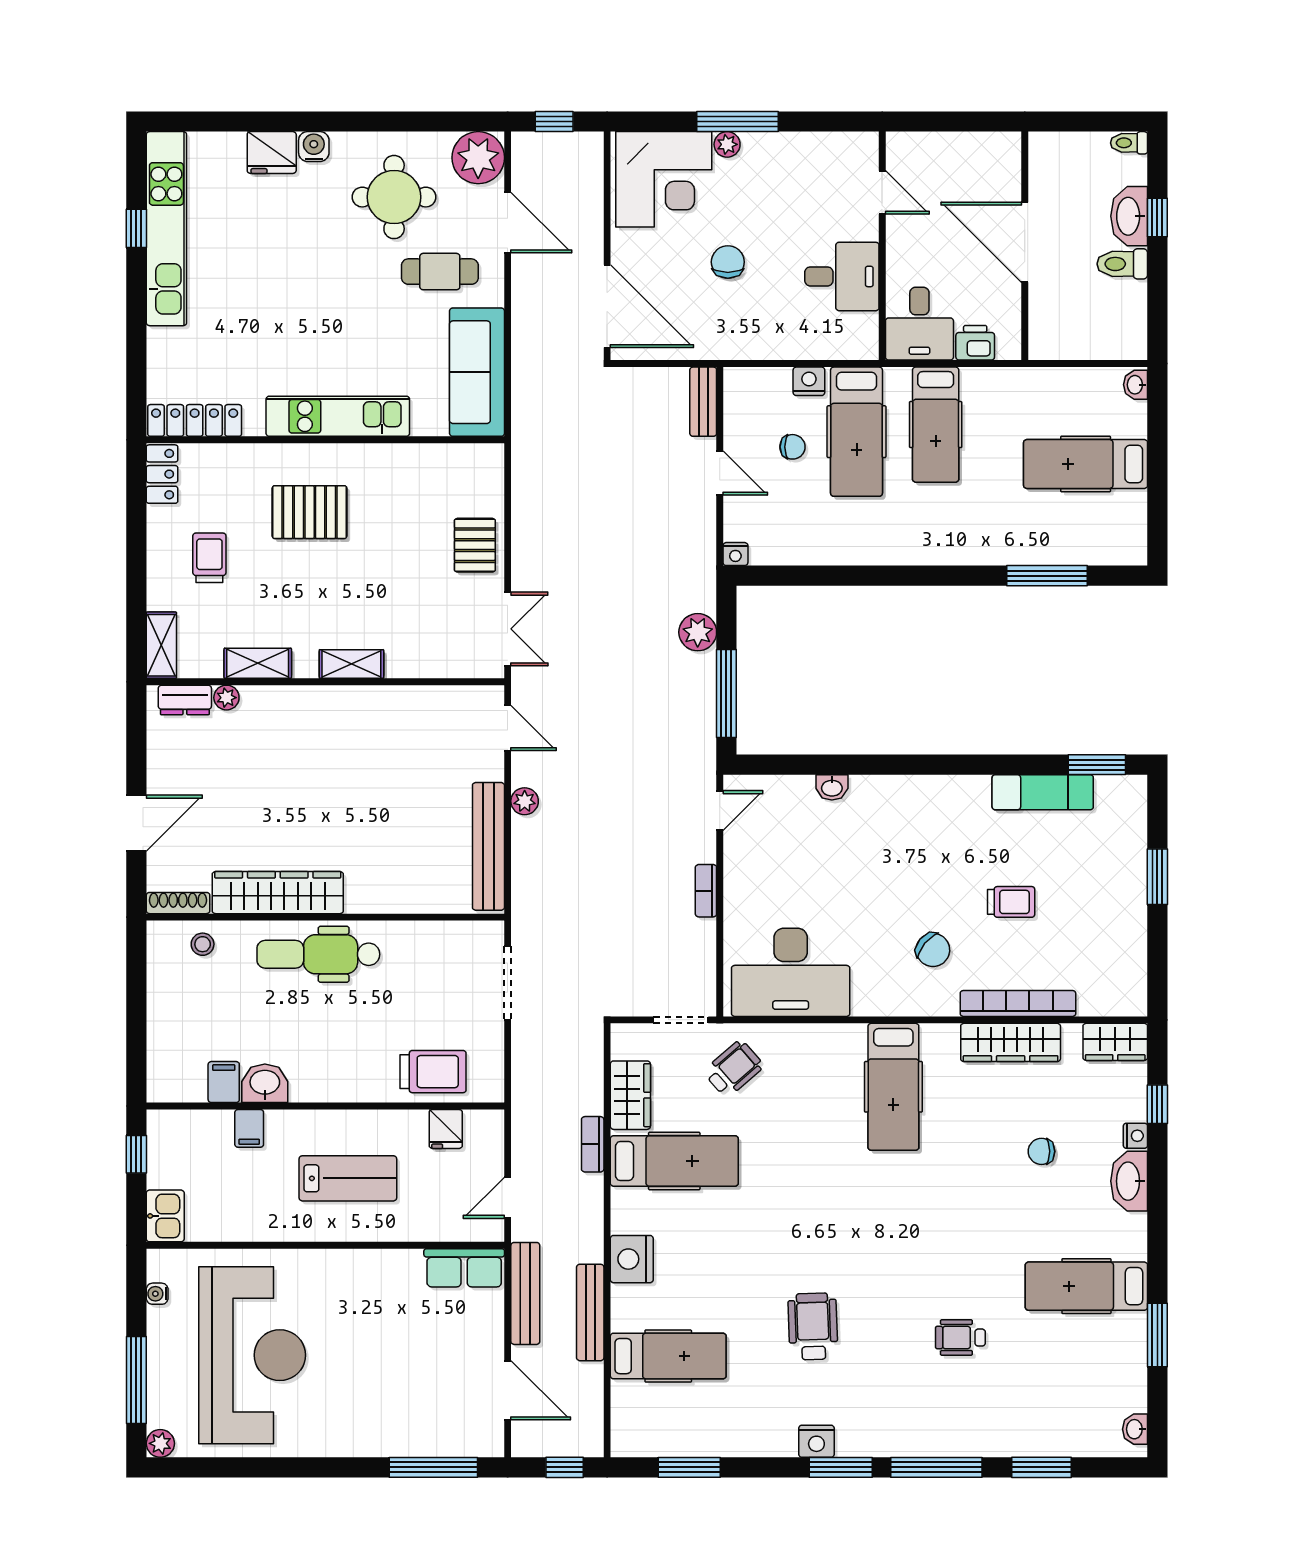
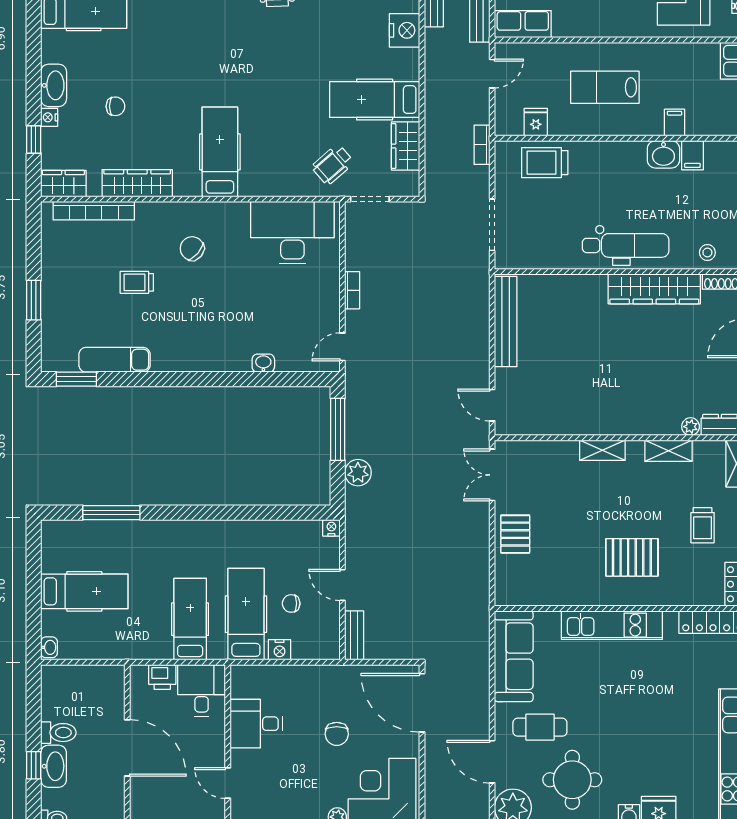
plant: (525, 801) -> (480, 353), removed
bookcase: (1018, 1003) -> (94, 211), moved
bookcase: (593, 1144) -> (482, 145), moved, turned 180

